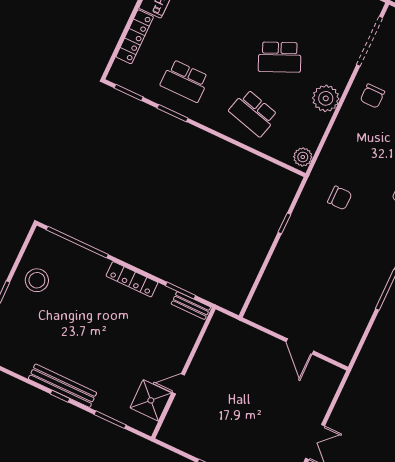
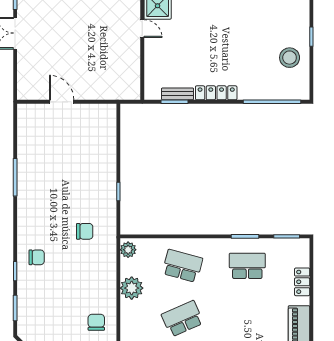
locker: (135, 37) -> (302, 282), width x0.66
plant: (326, 98) -> (132, 288), moved
chair: (340, 198) -> (85, 231), turned 180
bench: (191, 306) -> (178, 94), moved
door: (178, 384) -> (142, 29), hinge flipped

